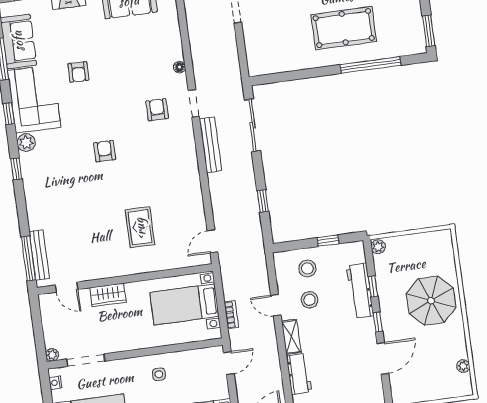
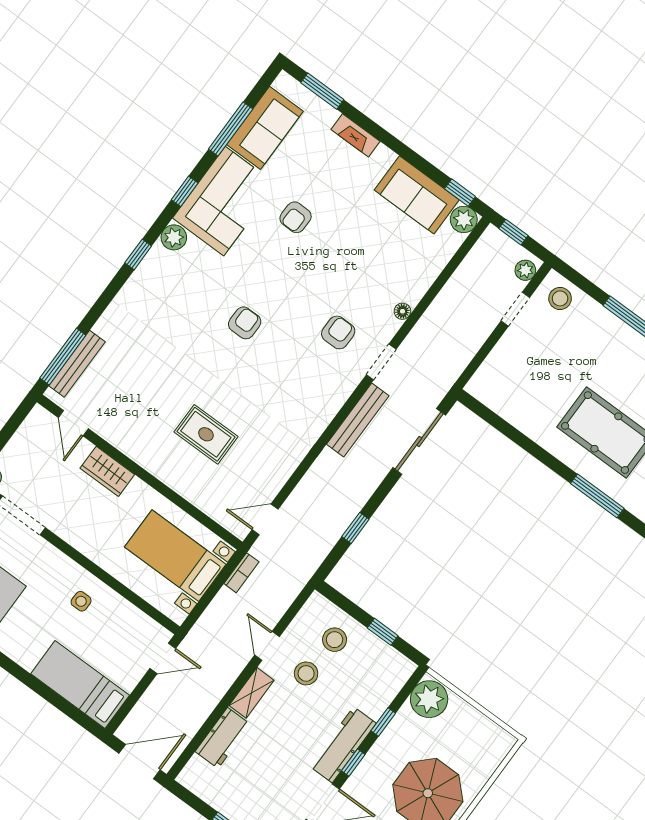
window: (370, 65) -> (597, 496), width x0.68
rug: (140, 227) -> (206, 434), turned 90
plant: (378, 247) -> (429, 699), width x1.88, depth x1.88
workbench: (360, 291) -> (343, 745), moved
bookcase: (231, 315) -> (241, 573), moved

